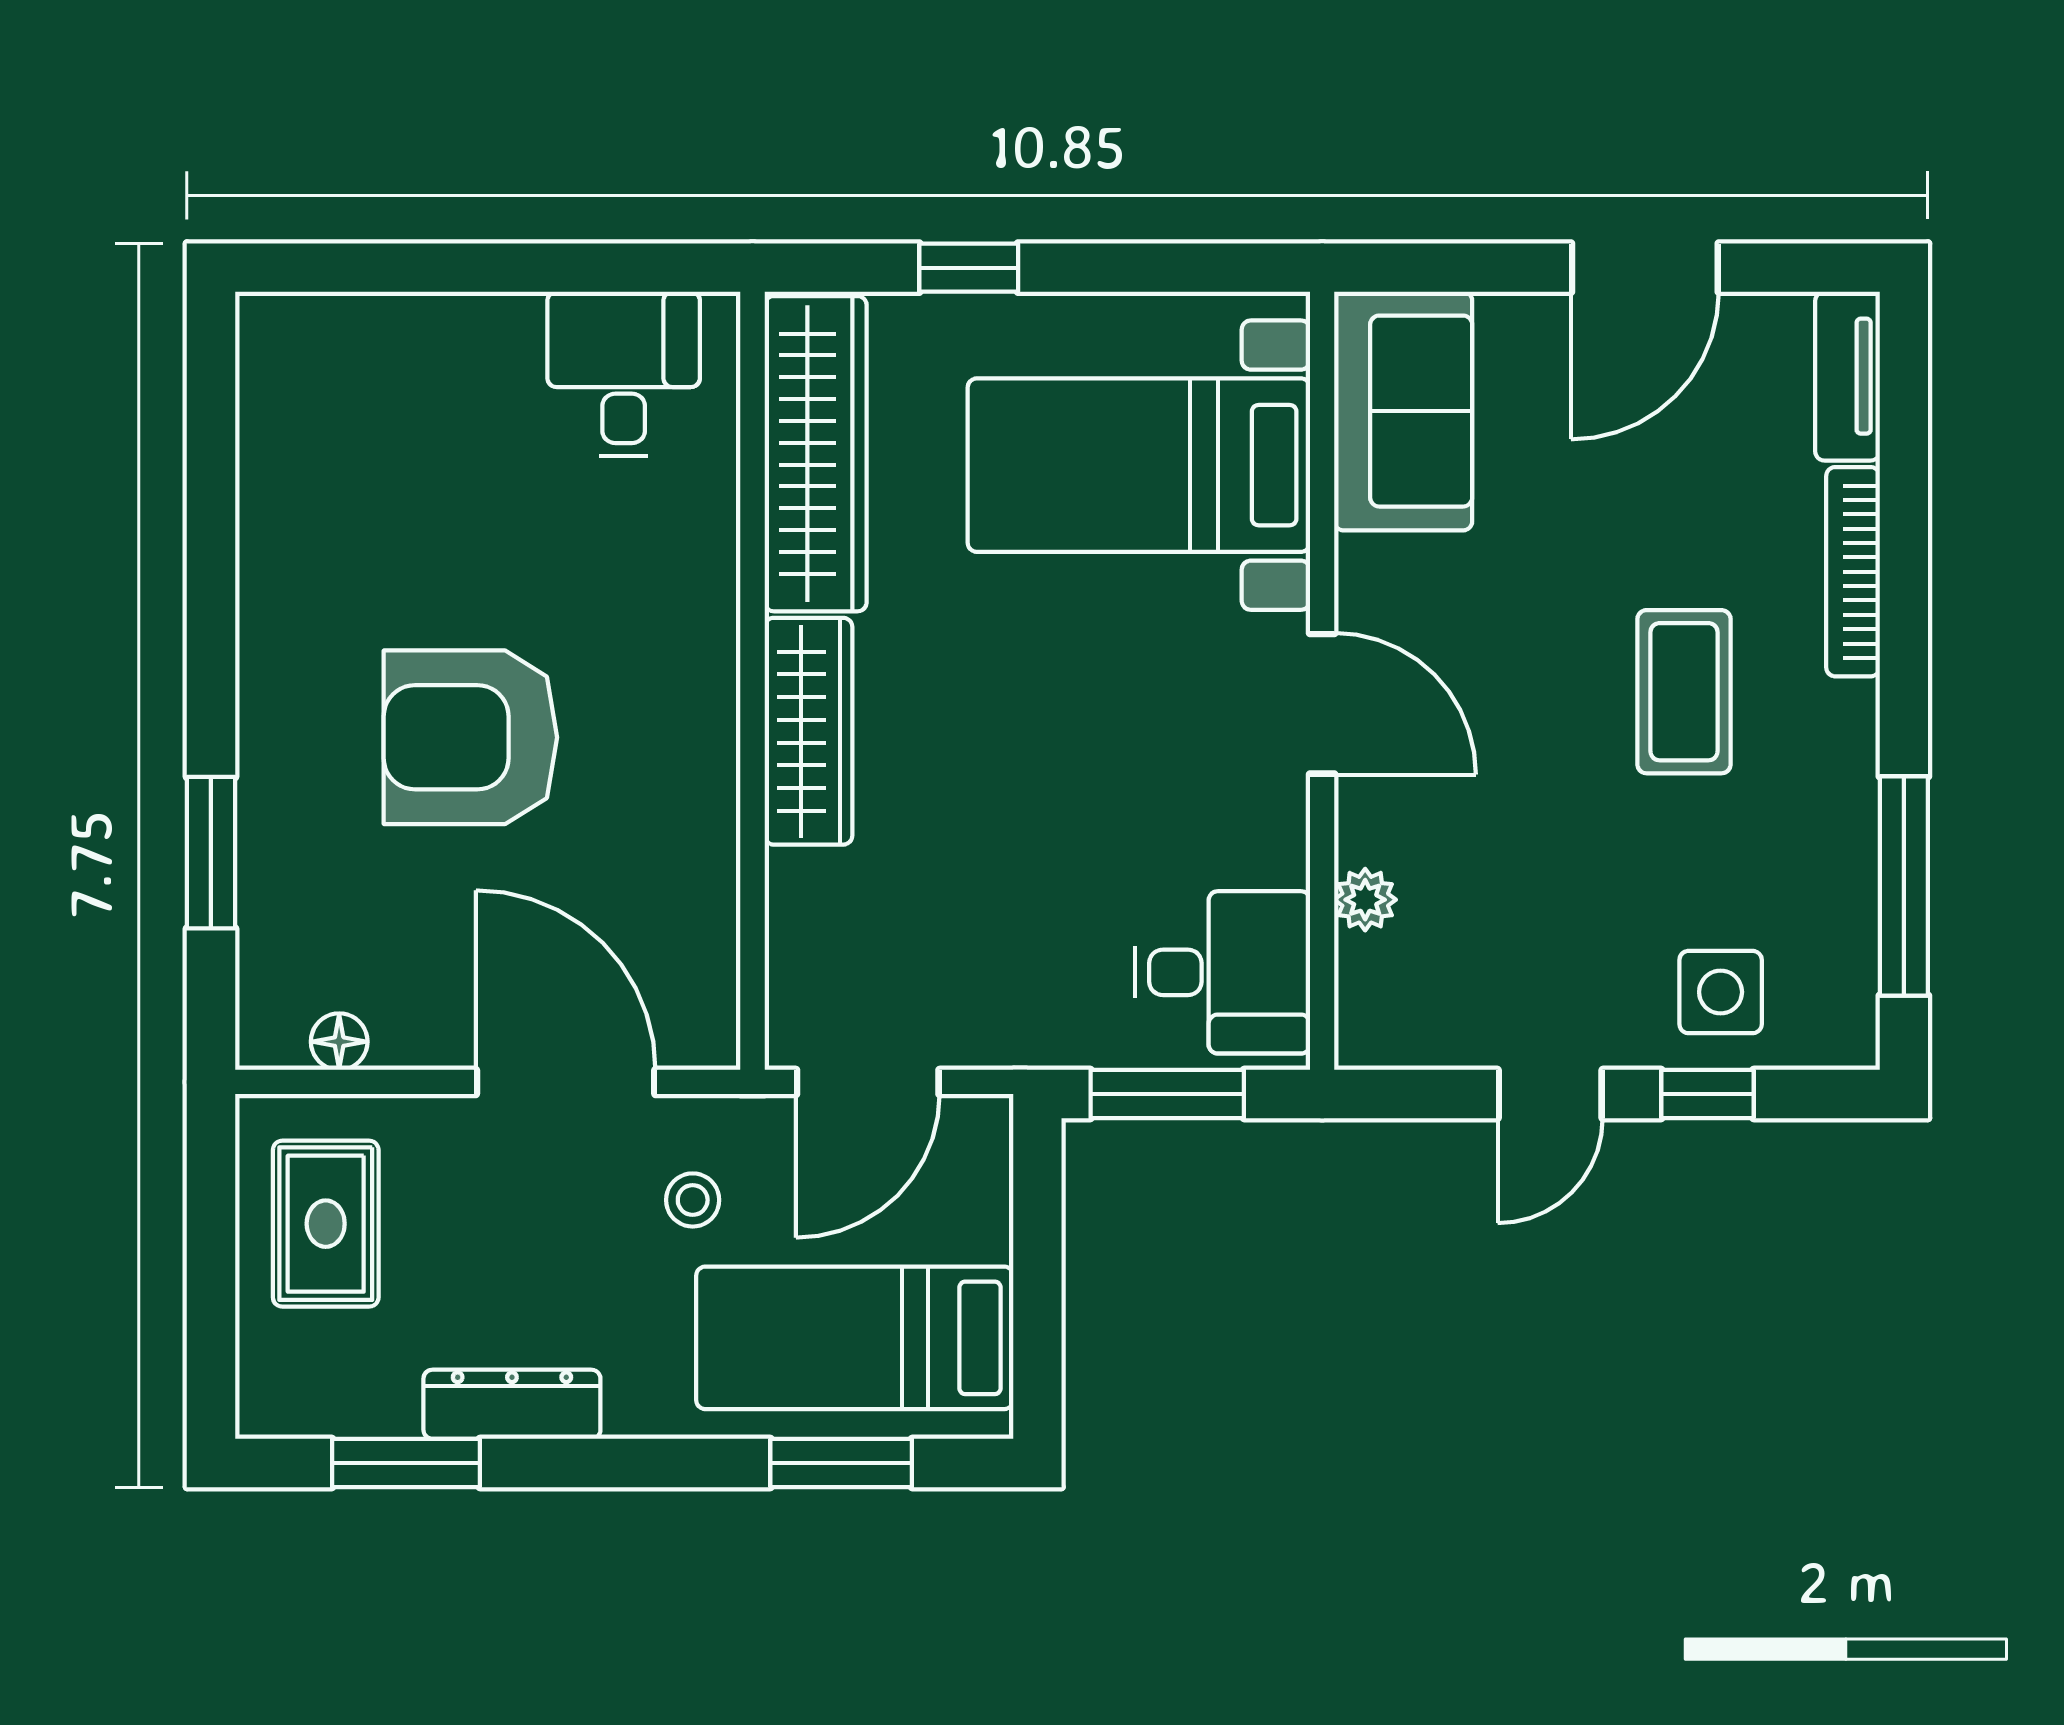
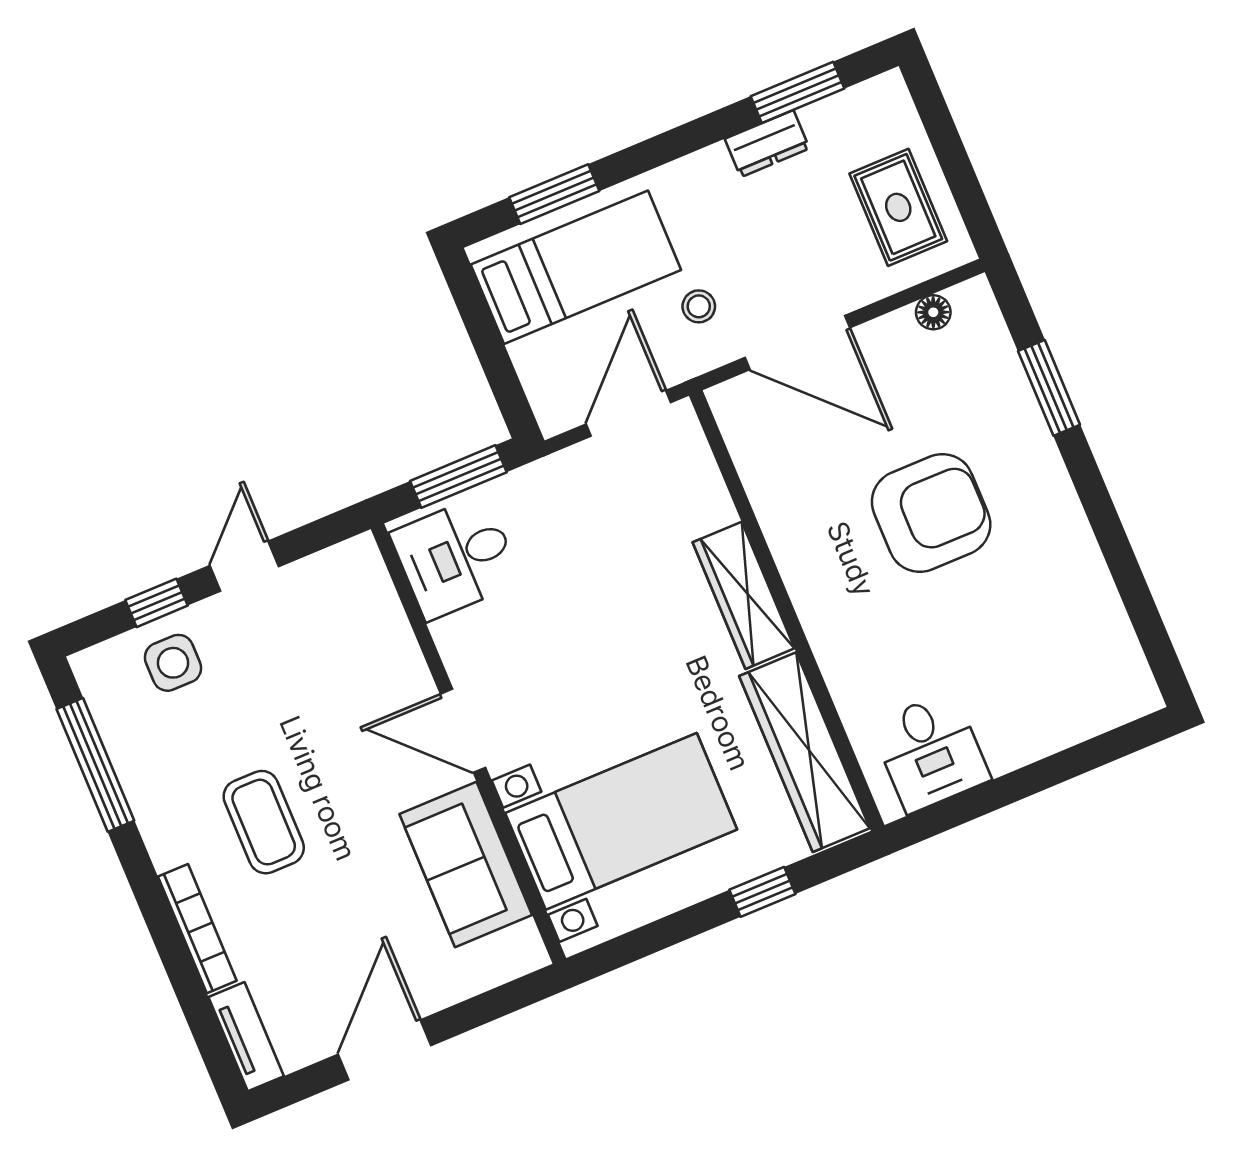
sofa: (1403, 411) -> (466, 865), moved
plant: (1365, 900) -> (393, 631), removed
dresser: (512, 1404) -> (767, 144), width x0.70

